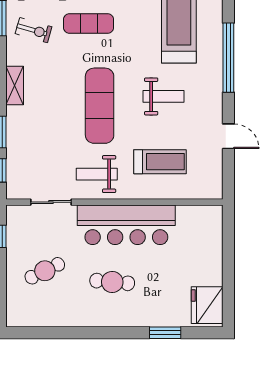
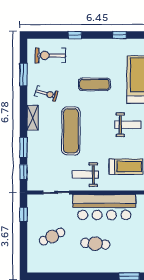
exercise mat: (89, 23) -> (94, 84), moved
exercise bike: (34, 30) -> (46, 94), moved
exercise mat: (100, 106) -> (71, 131), moved

